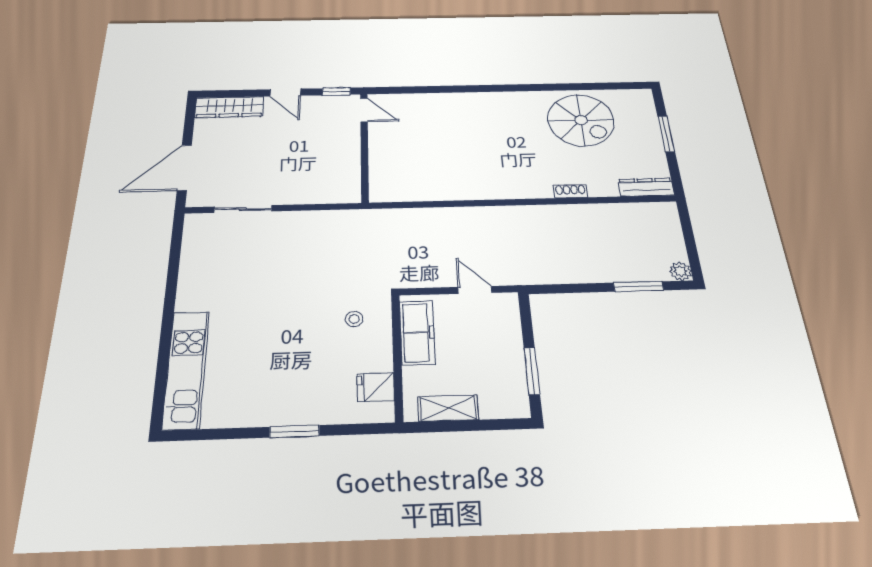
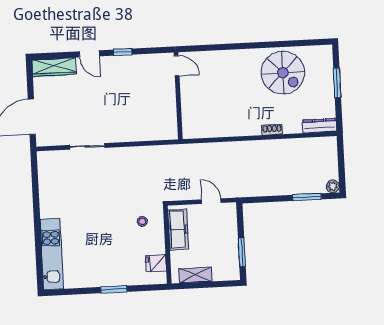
door: (364, 110) -> (177, 66), moved
wall: (364, 147) -> (178, 96), moved
sliding door: (243, 209) -> (87, 146), moved

